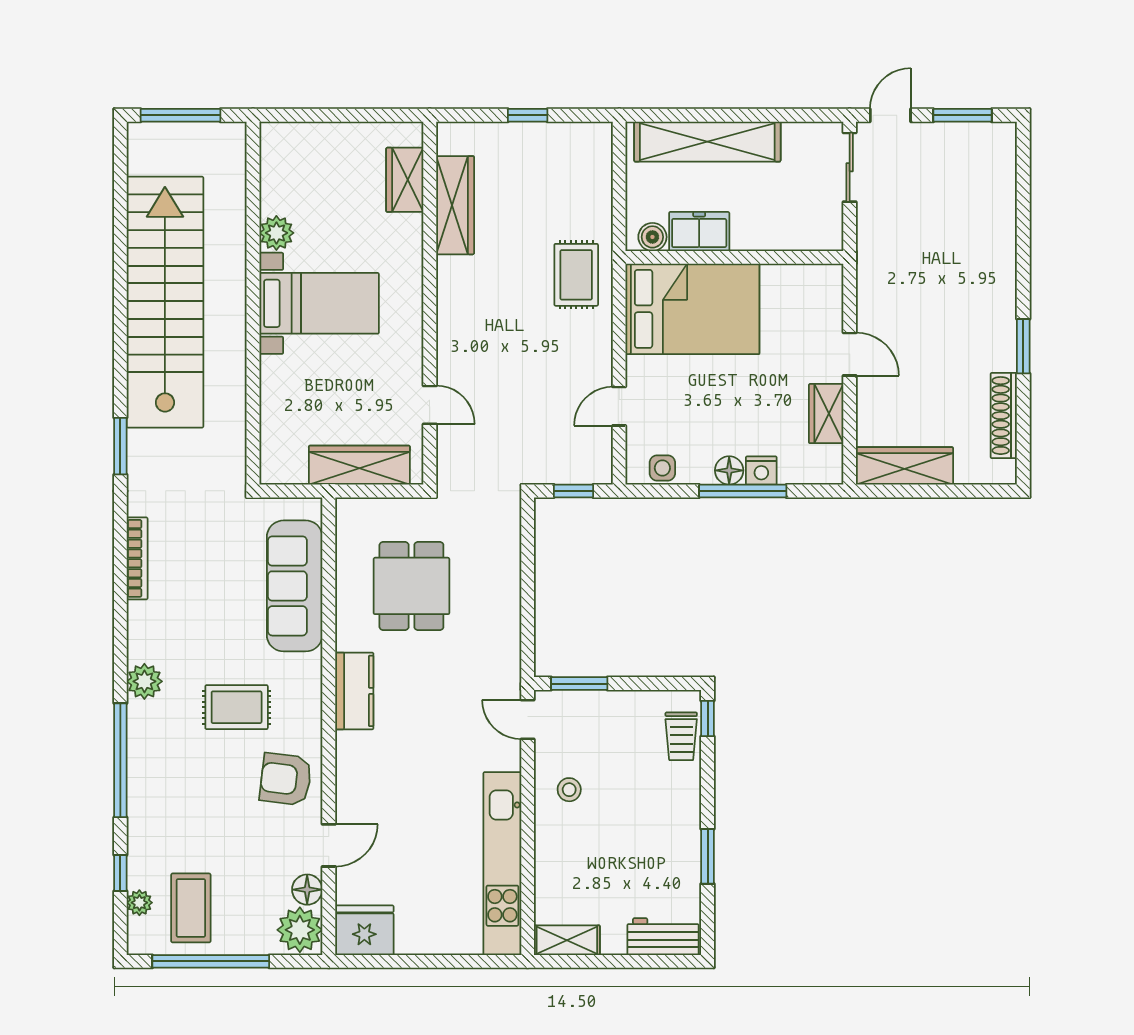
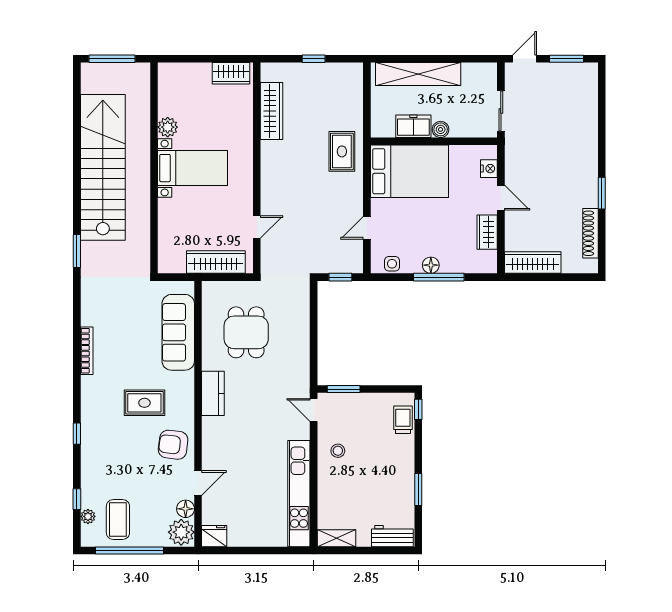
sliding door: (850, 167) -> (501, 111), moved
wardrobe: (405, 180) -> (231, 73), moved, turned -90
boiler: (652, 237) -> (441, 129), moved
door: (430, 405) -> (257, 227), hinge flipped
nightstand: (761, 470) -> (489, 169), moved, turned -90
bookcase: (137, 558) -> (87, 351), moved
plant: (144, 681) -> (91, 388), removed
trolley: (681, 736) -> (403, 420), turned 180
window: (120, 760) -> (77, 434), width x0.32
fridge: (364, 930) -> (214, 536), width x0.73, depth x0.75

